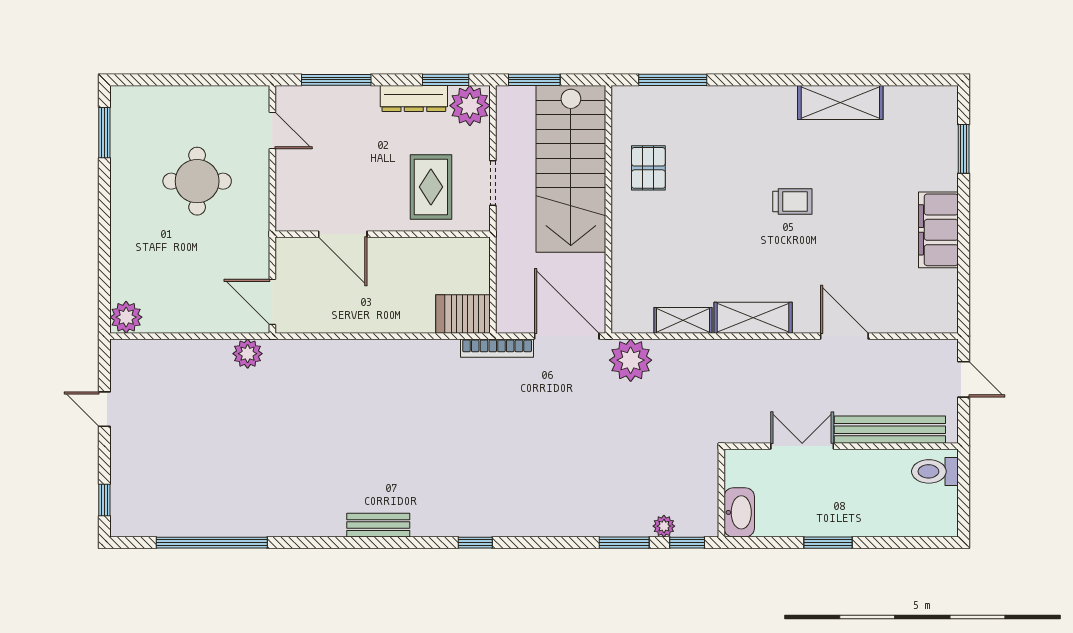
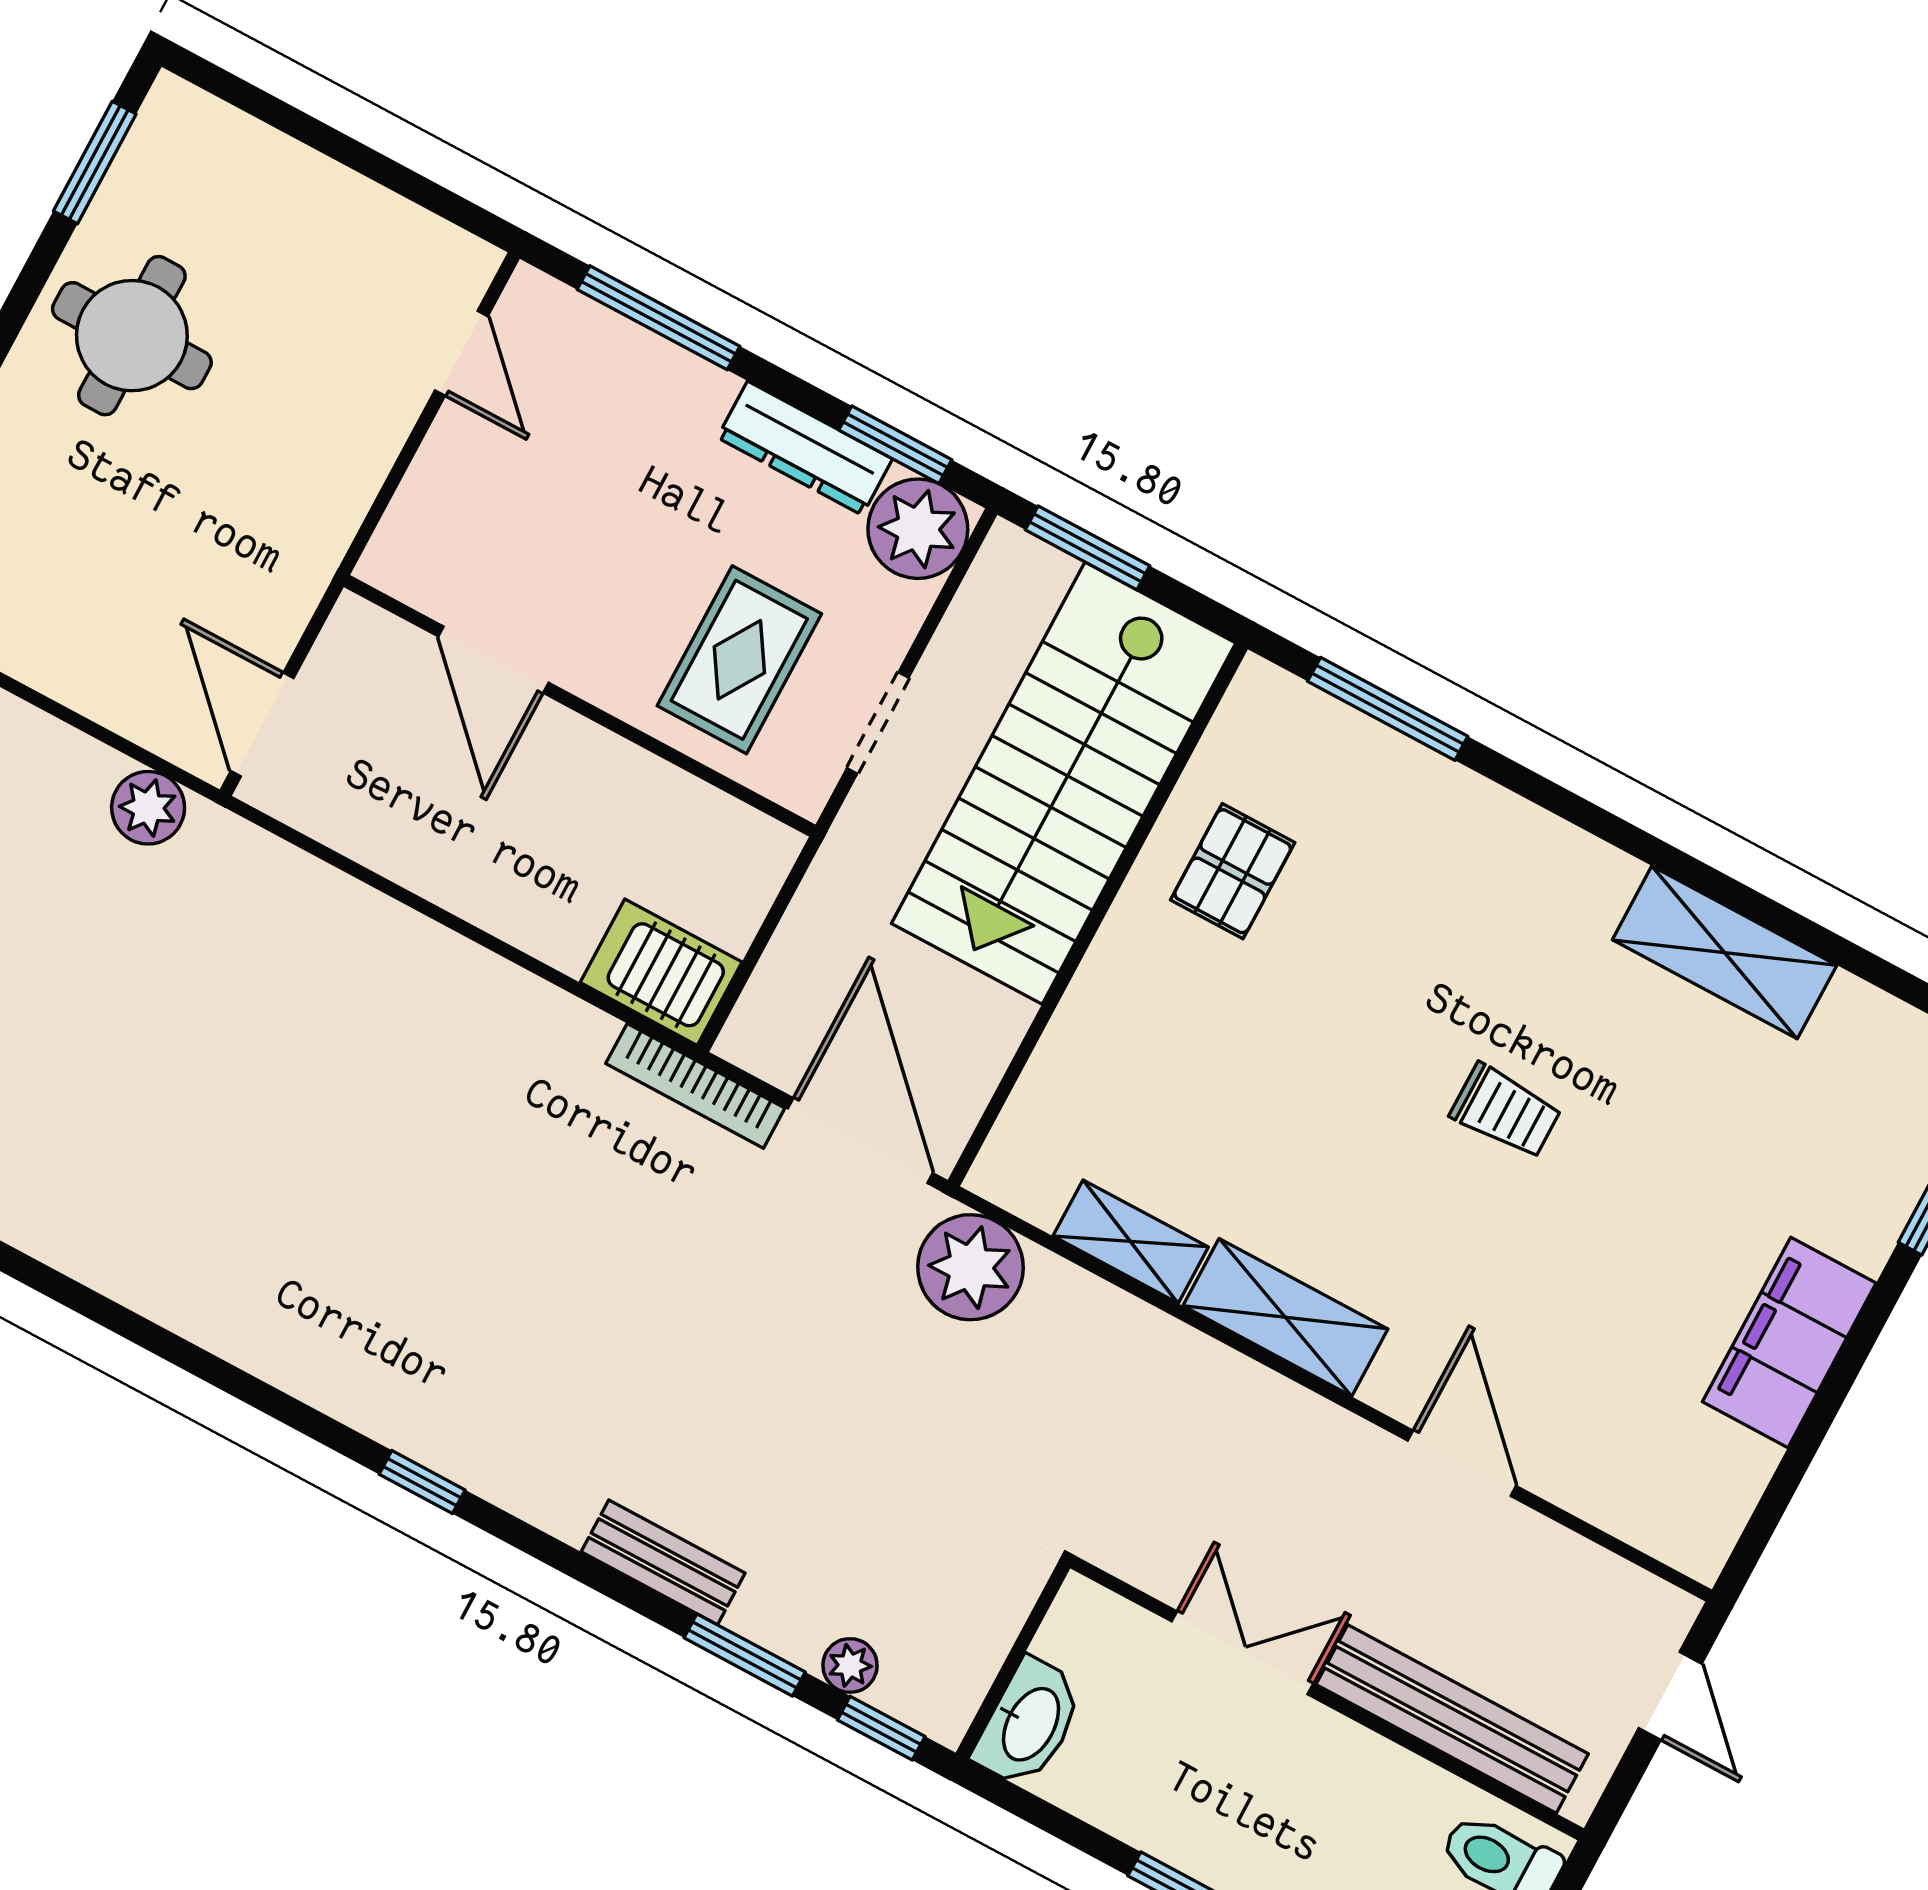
round table: (197, 181) -> (132, 336), moved
bench: (378, 525) -> (663, 1562), moved

